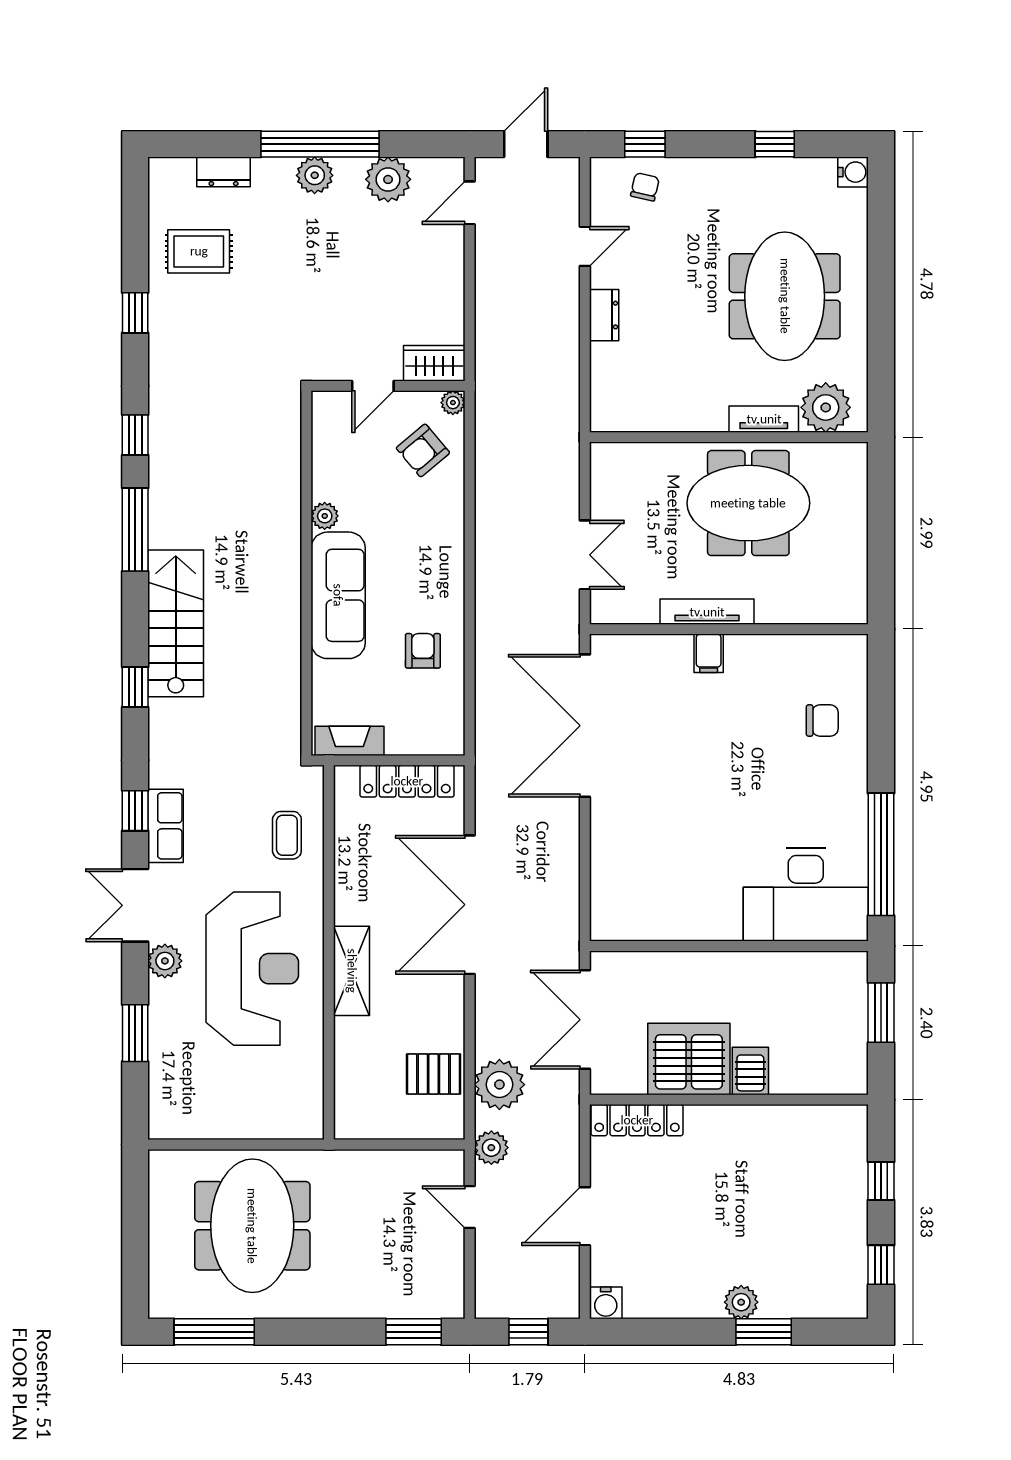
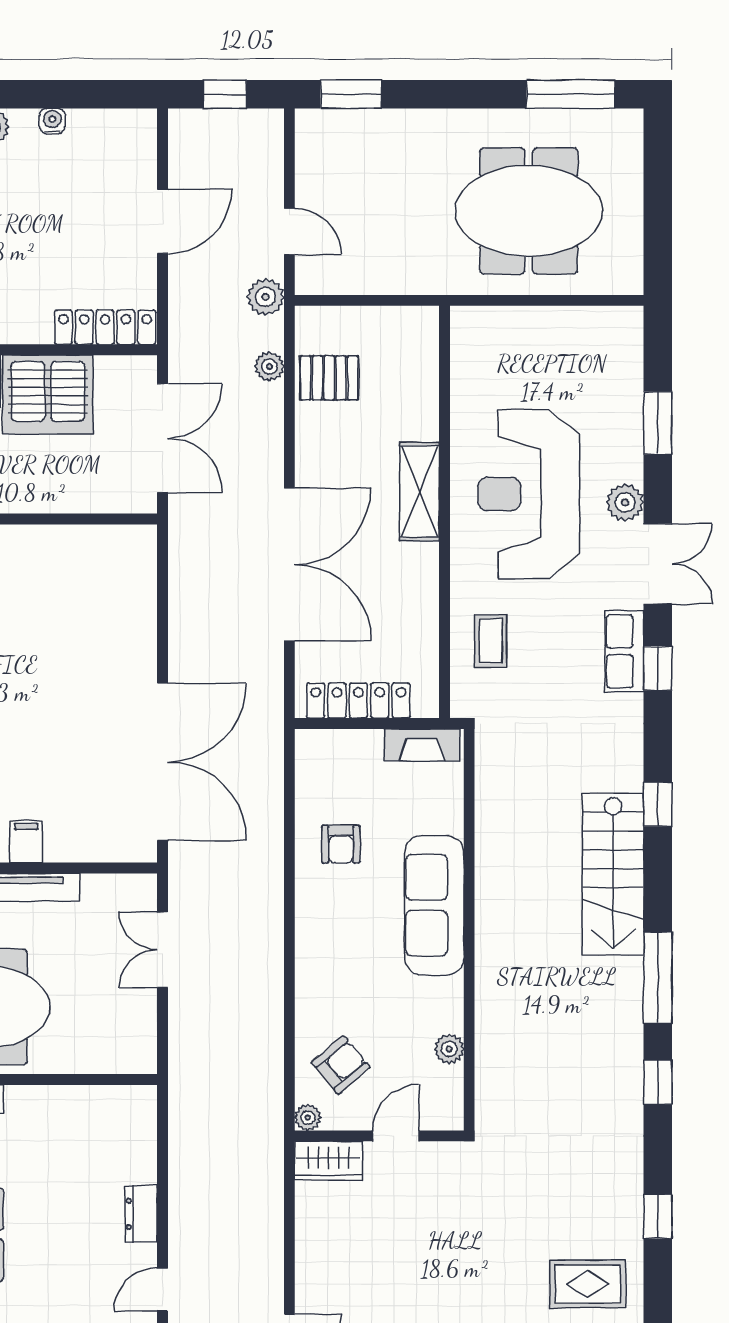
plant: (325, 516) -> (449, 1049), moved
plant: (499, 1085) -> (269, 366), width x0.53, depth x0.53
meeting table: (252, 1226) -> (529, 211), turned 90
water cooler: (606, 1303) -> (52, 121), moved, width x0.72, depth x0.72

